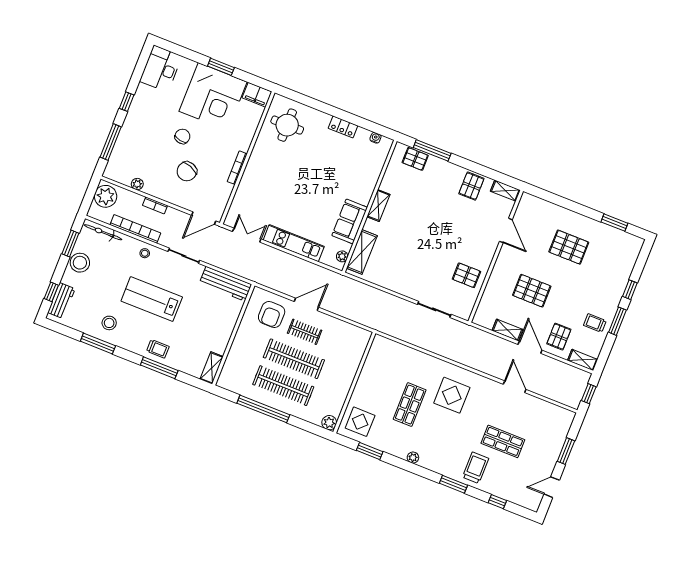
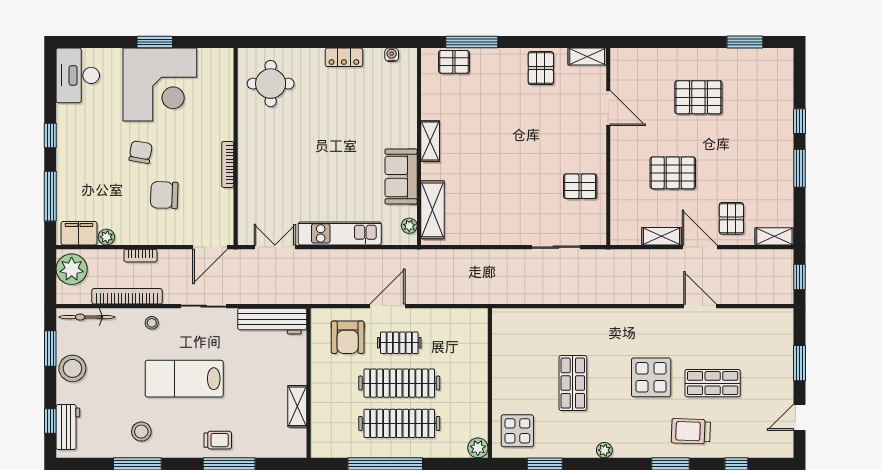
filing cabinet: (257, 95) -> (79, 233), moved, turned 180
chair: (187, 171) -> (164, 195), turned 72
trolley: (595, 323) -> (771, 182), removed
shelving: (212, 368) -> (297, 406), moved
display table: (452, 395) -> (651, 377), moved
trolley: (476, 468) -> (691, 431), turned -88

